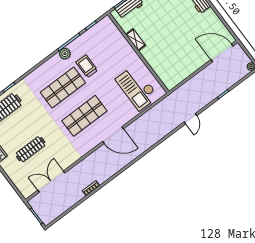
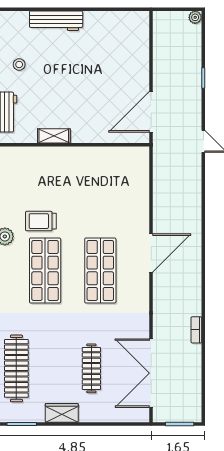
door: (222, 53) -> (151, 112), moved
checkout: (137, 88) -> (115, 179), removed
double door: (51, 182) -> (151, 373), width x1.36

